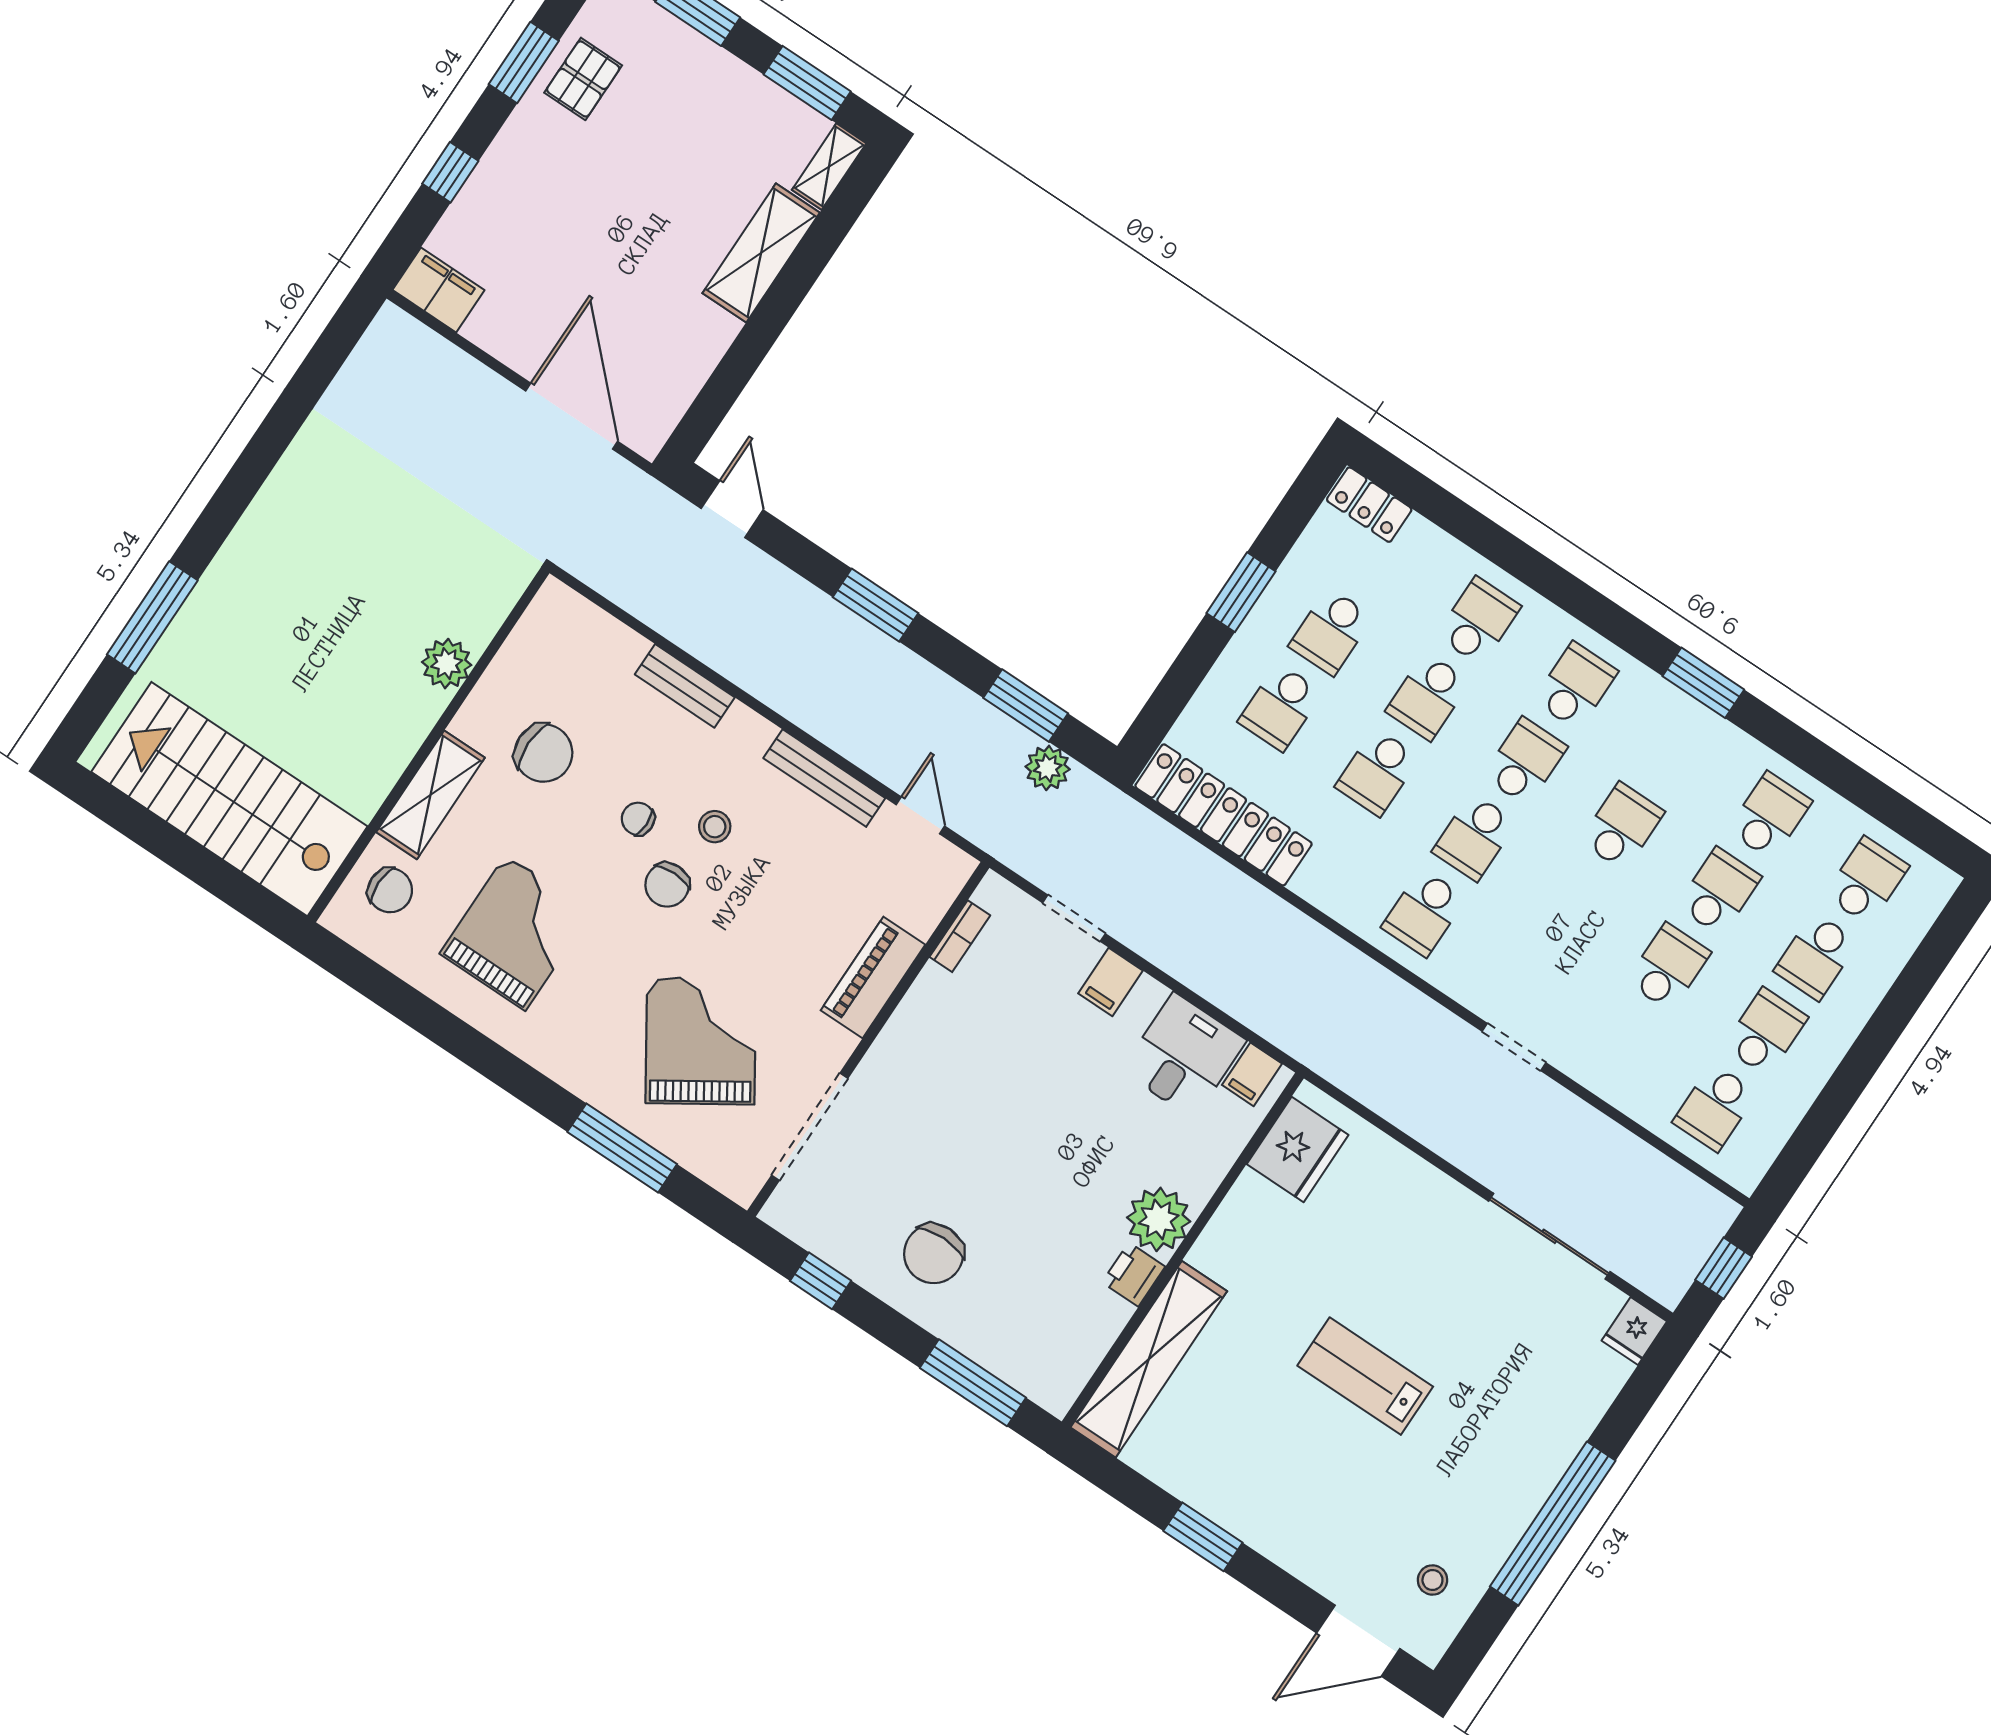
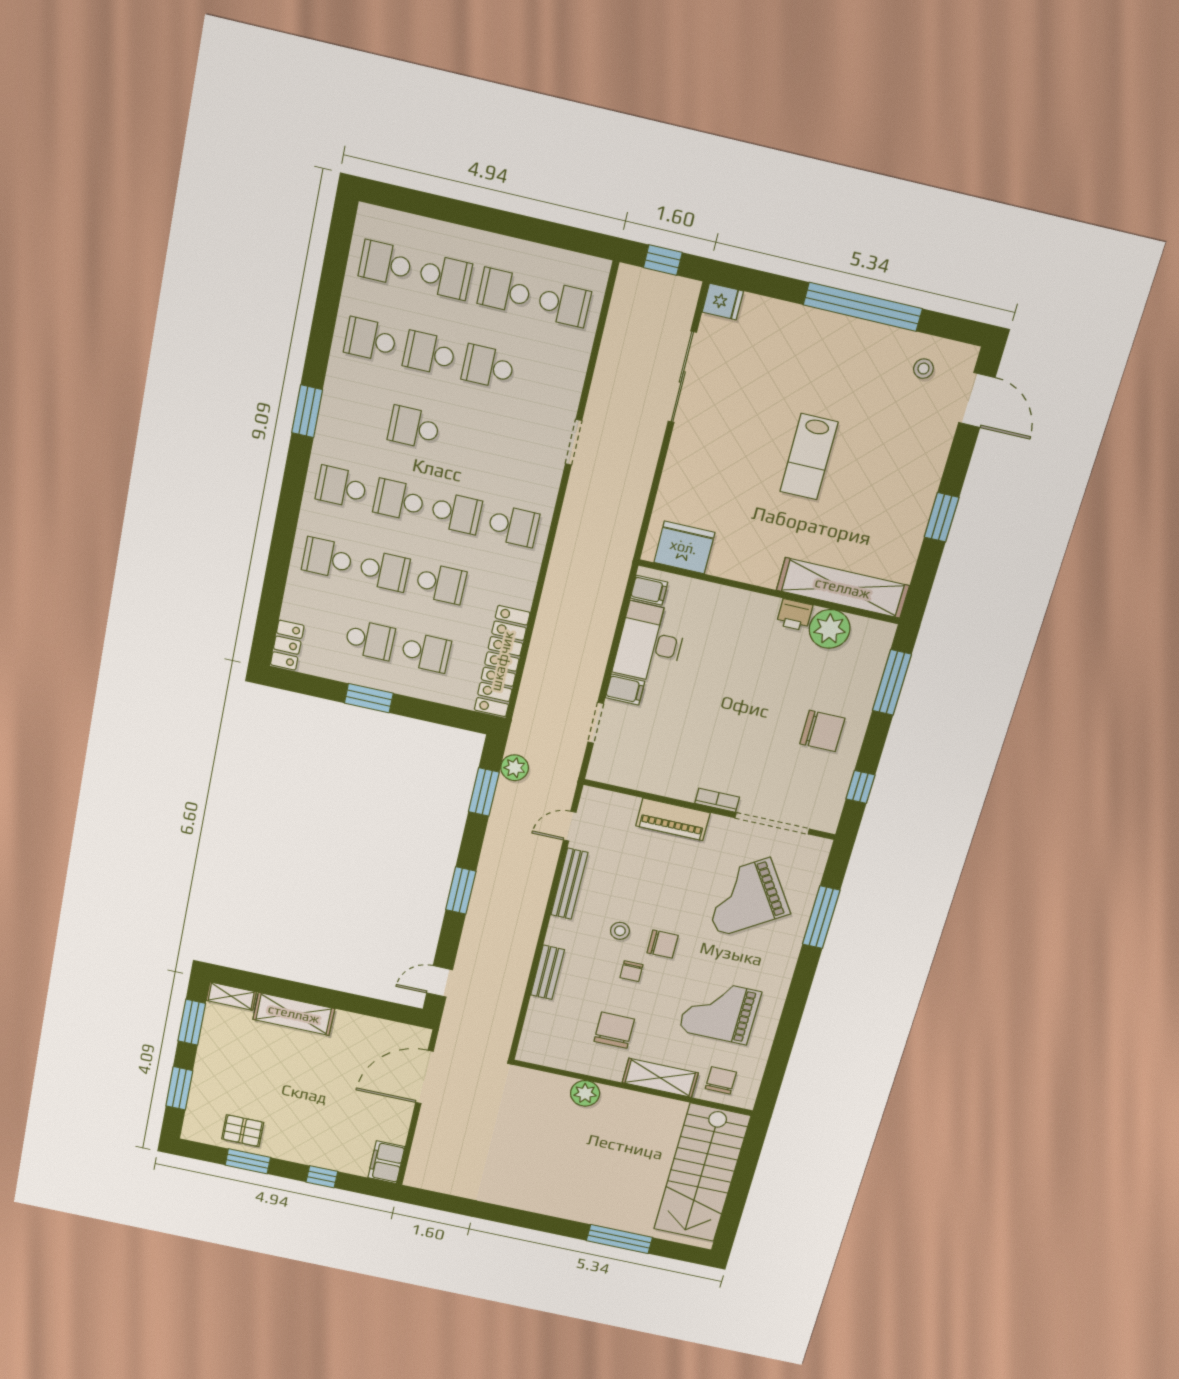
bookcase: (960, 936) -> (717, 800), moved
desk: (1184, 1056) -> (650, 643), width x1.37
plant: (1159, 1219) -> (830, 629), moved

